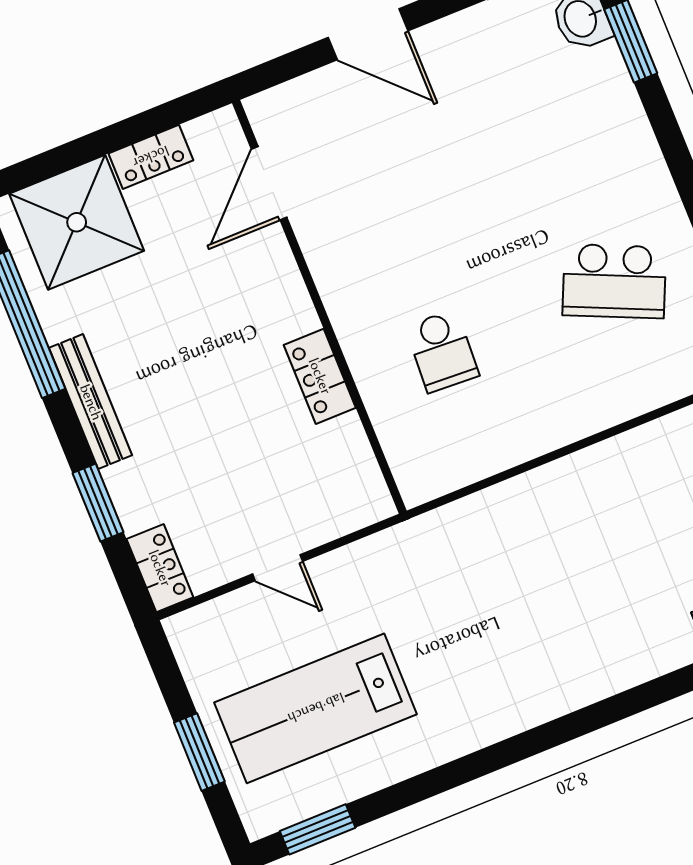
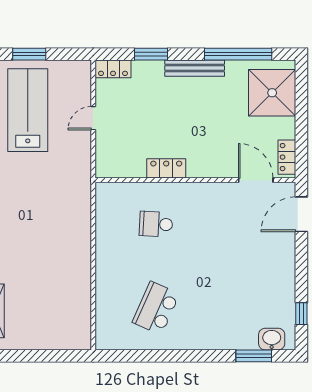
door: (368, 34) -> (301, 214), moved
locker: (151, 157) -> (287, 157), moved

